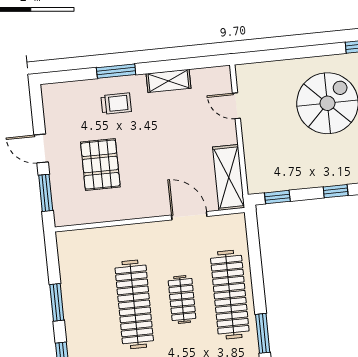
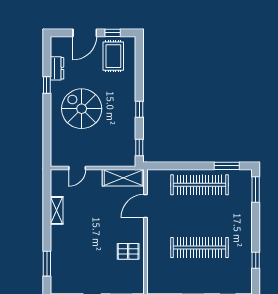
window: (116, 71) -> (47, 264), moved
trolley: (116, 104) -> (68, 246), removed
pallet: (100, 165) -> (128, 251), moved, width x0.67, depth x0.71
clothes rail: (182, 300) -> (200, 216), removed

